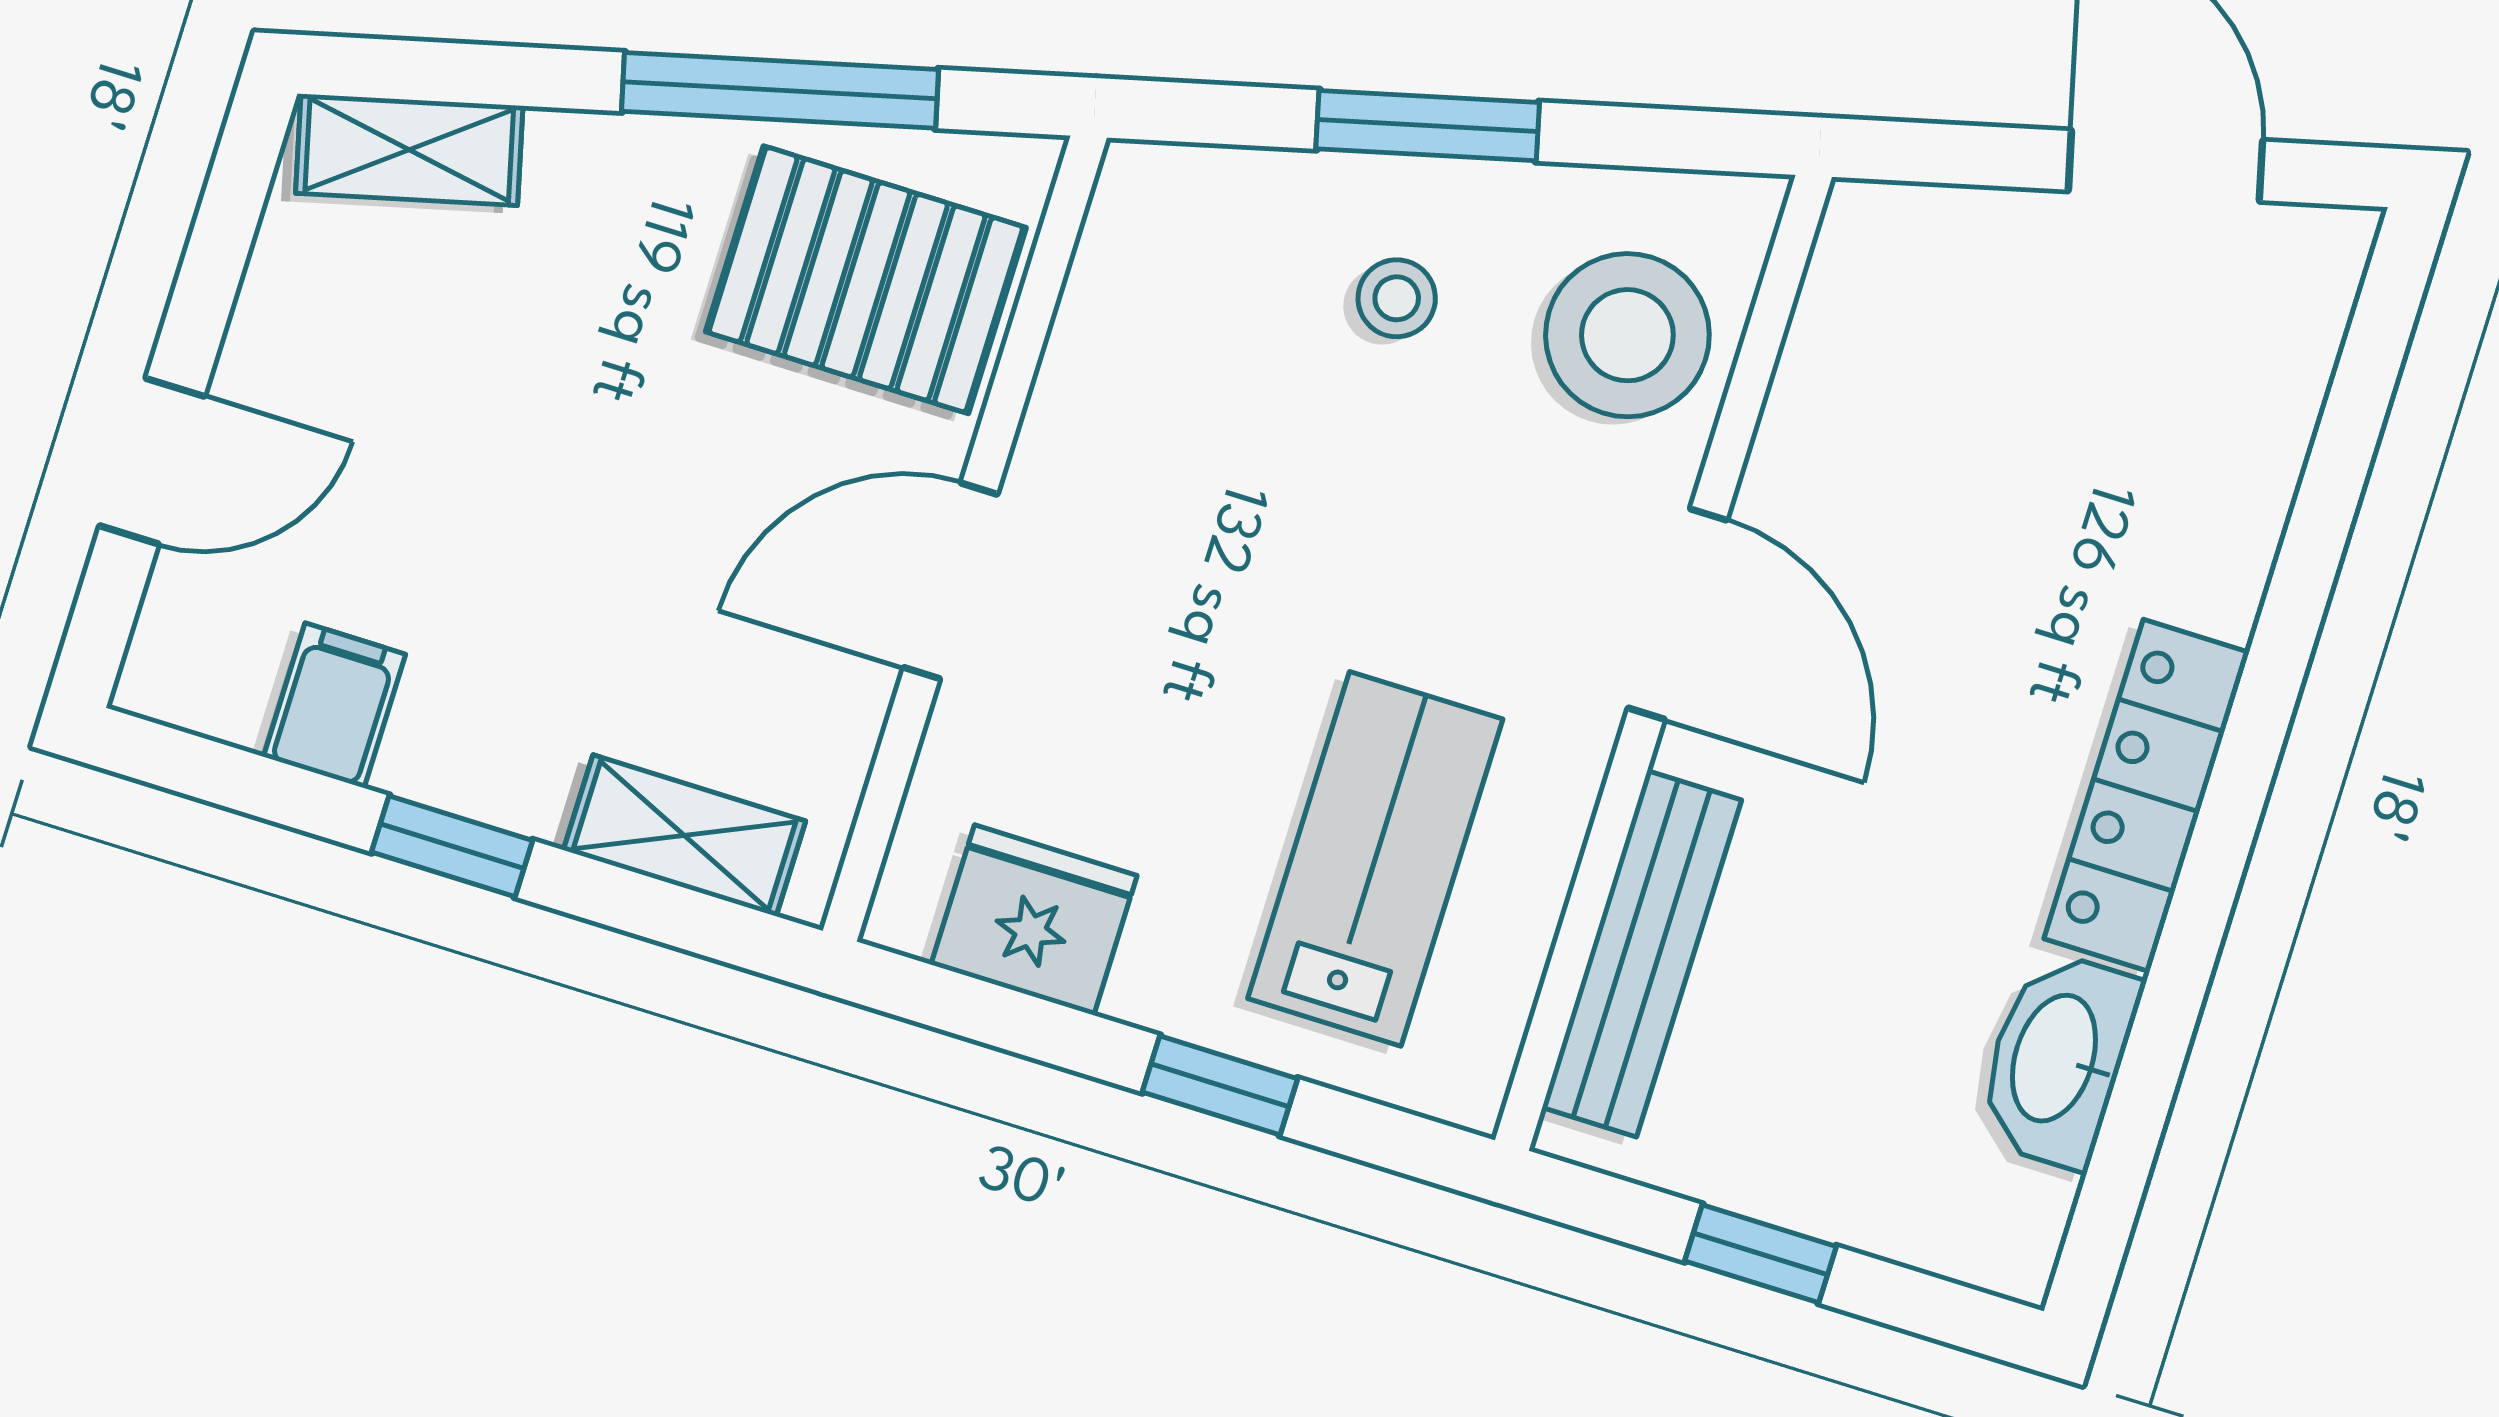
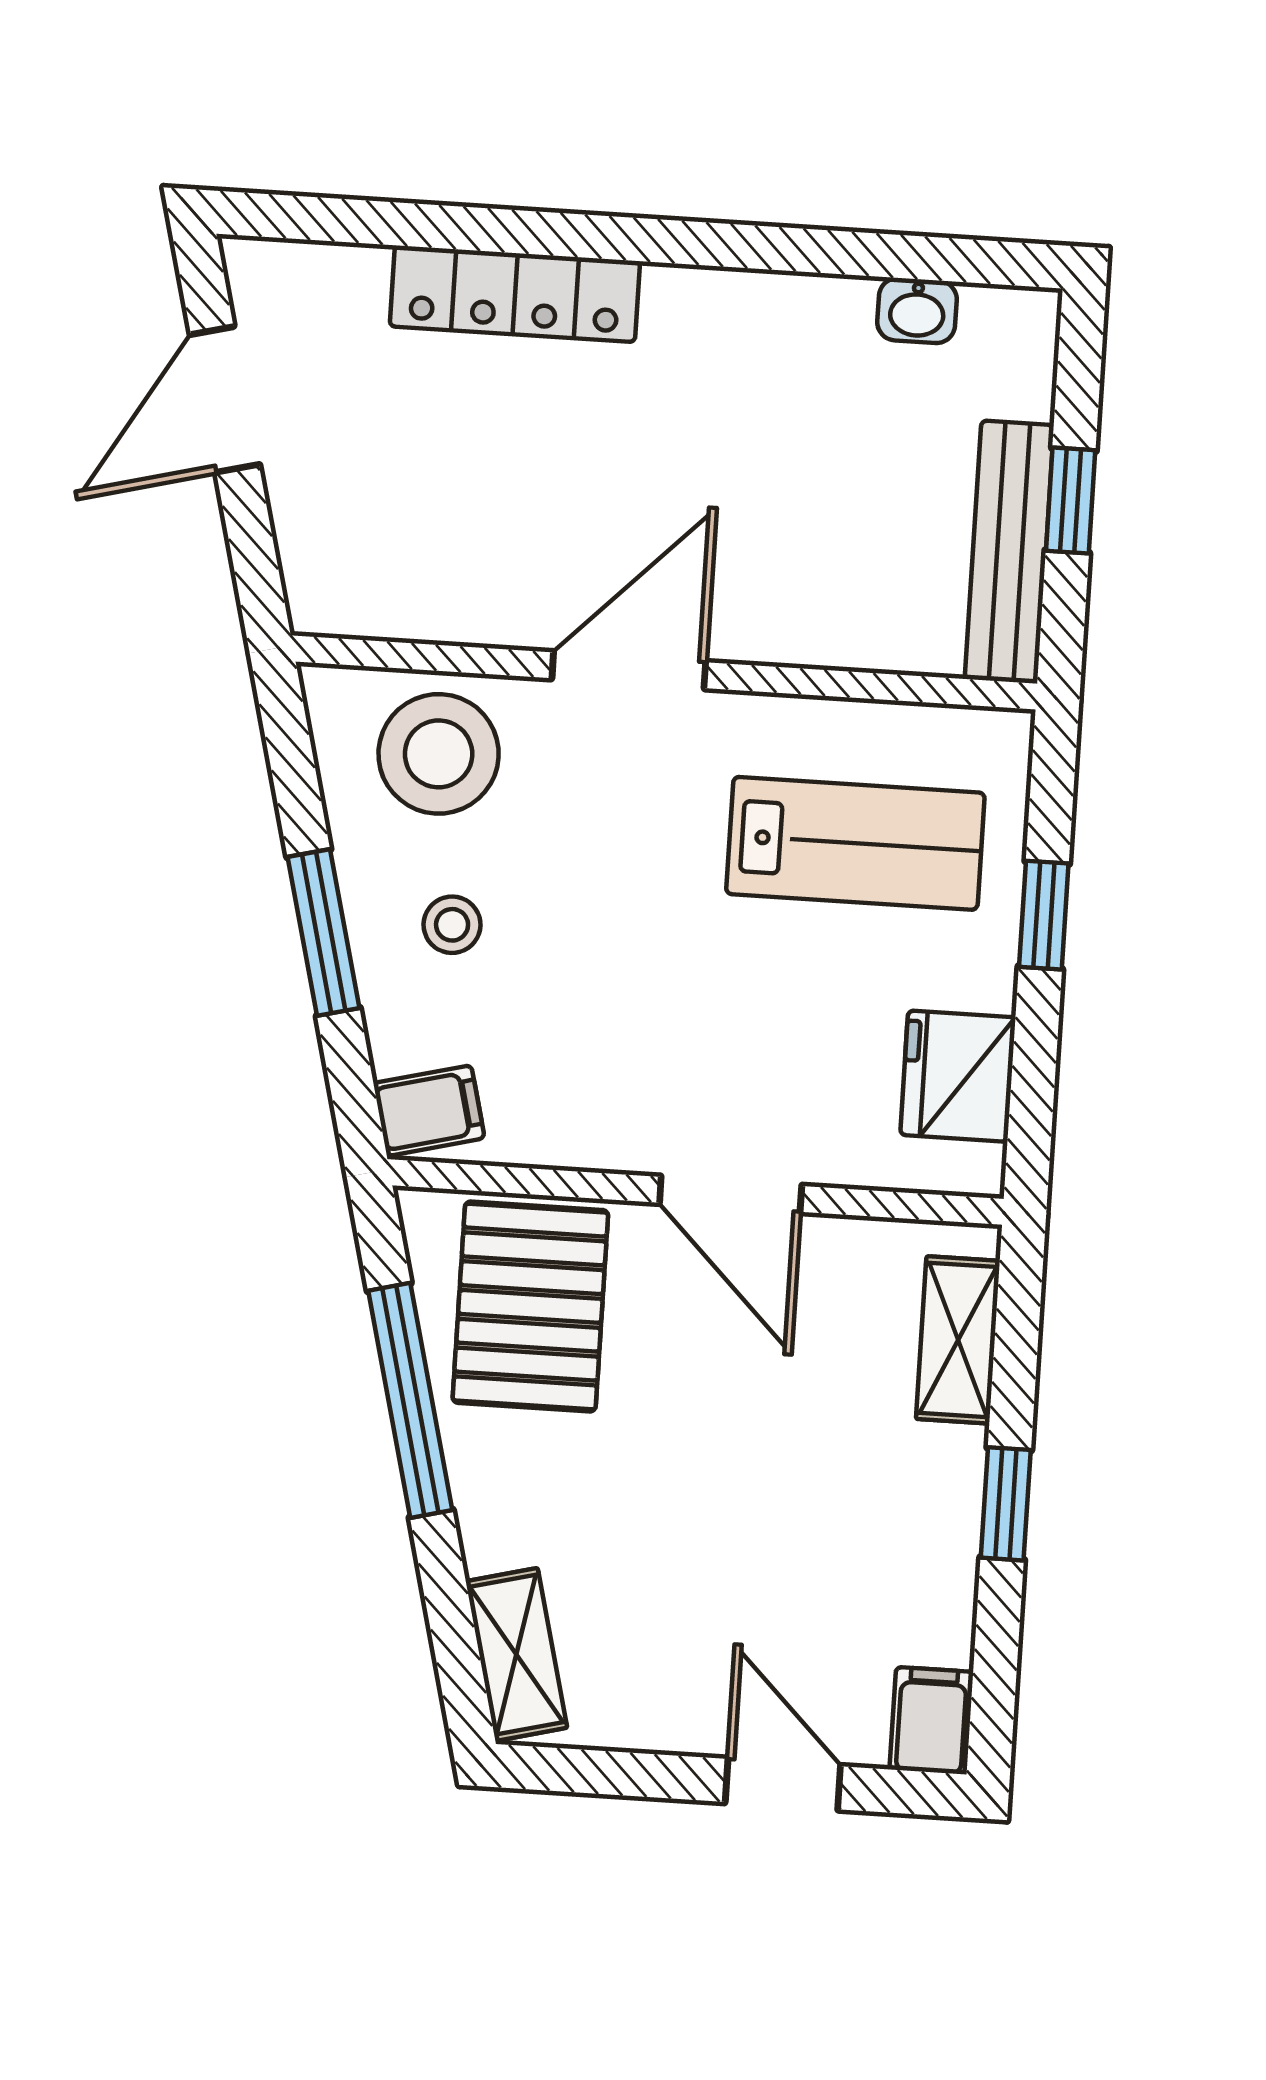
filing cabinet: (1158, 208) -> (429, 1111), added
filing cabinet: (334, 705) -> (931, 1721), moved, turned 90
locker: (2147, 796) -> (515, 294), moved
lab bench: (1375, 859) -> (855, 843), turned 180
bench: (1642, 954) -> (1009, 552), moved, turned 90
washbasin: (2058, 1059) -> (917, 311), width x0.52, depth x0.69

